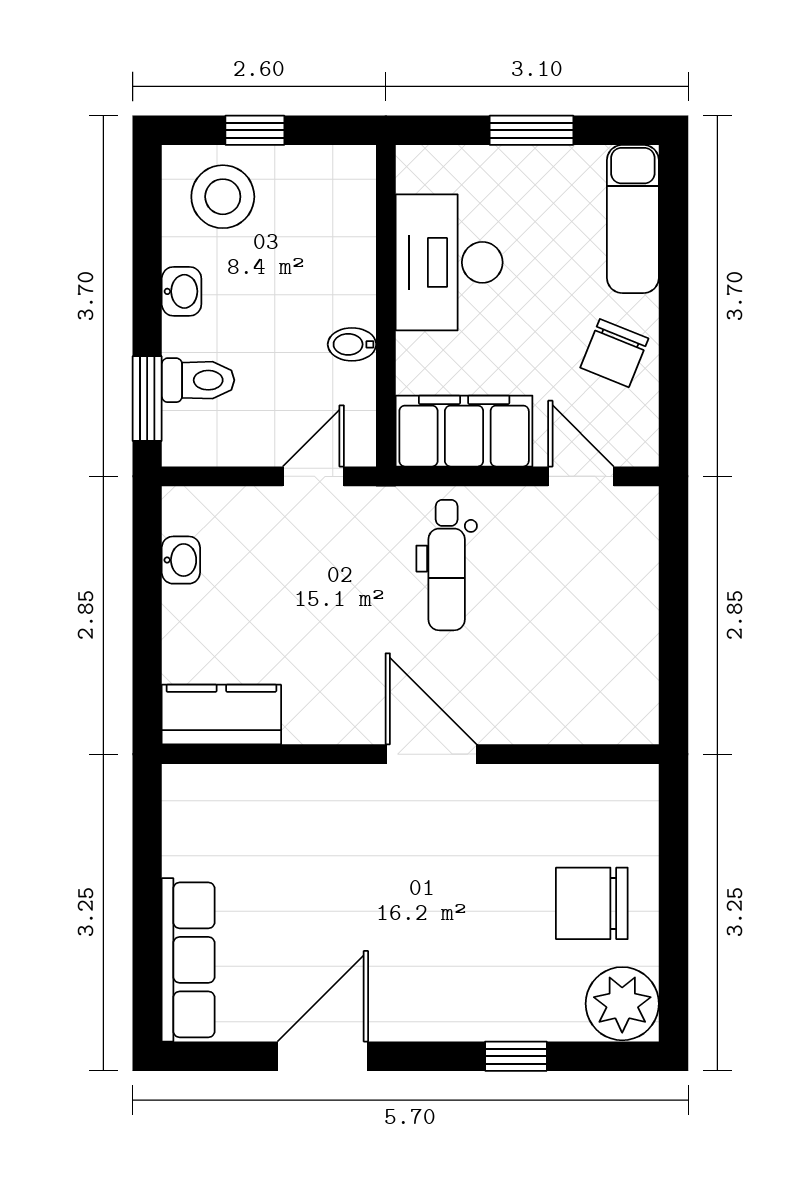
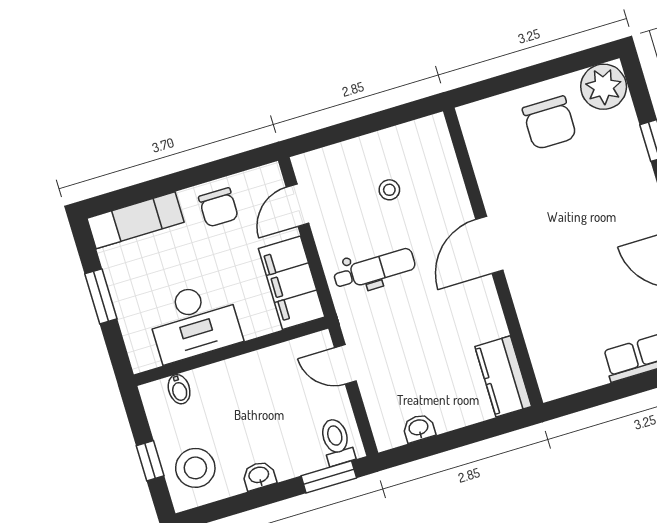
bidet: (352, 344) -> (179, 389), moved
chair: (614, 353) -> (218, 207), turned 68
toilet: (198, 380) -> (337, 442), moved
stool: (562, 625) -> (389, 190), added

